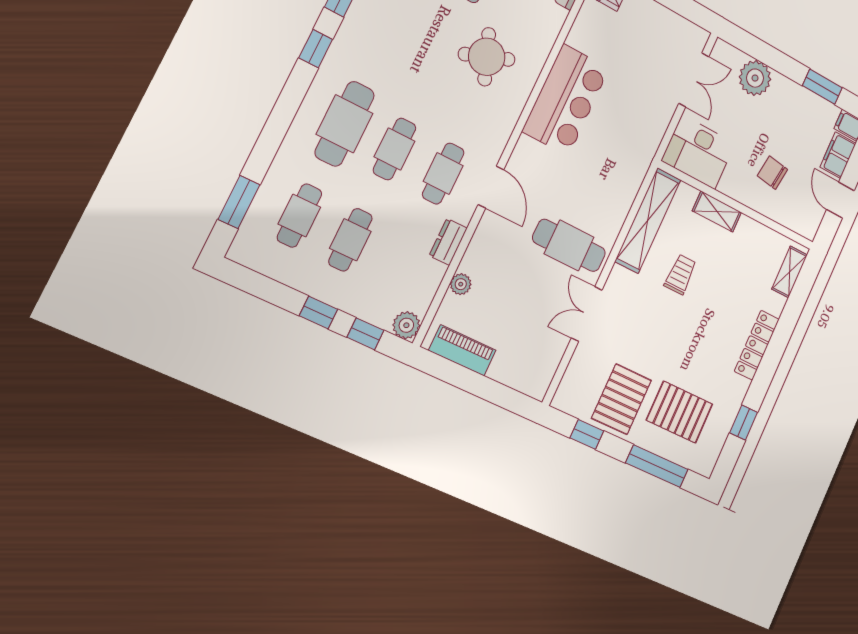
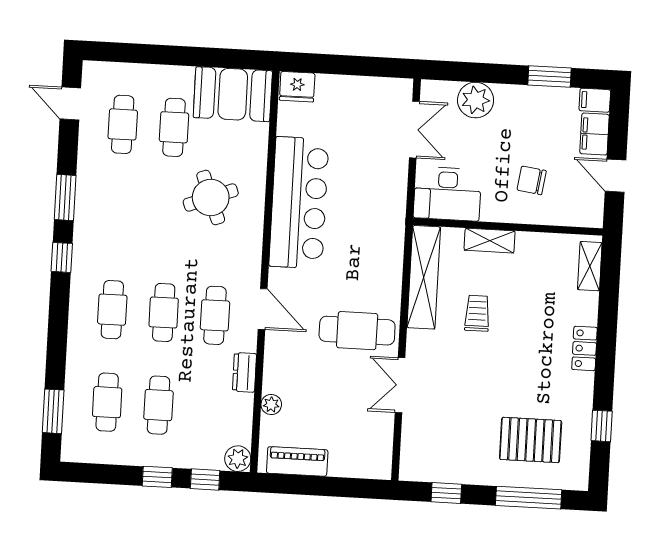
bar counter: (566, 100) -> (299, 203), width x1.36
cafe table: (345, 124) -> (112, 310), width x0.73, depth x0.74
locker: (757, 345) -> (585, 348), width x0.66
pallet: (622, 399) -> (467, 449), removed

